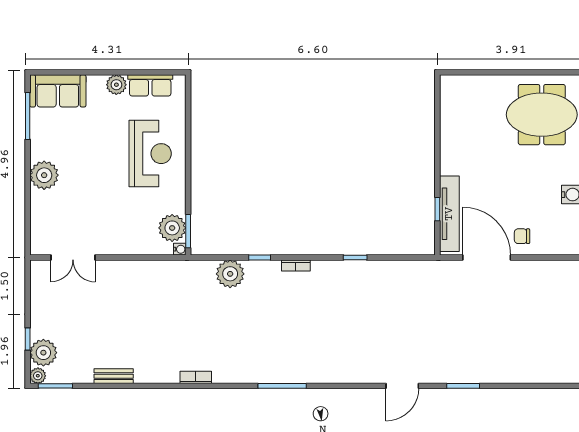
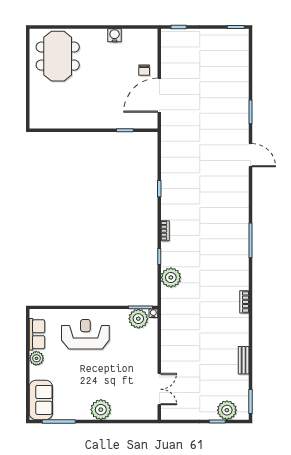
tv unit: (449, 214) -> (128, 122), removed
plant: (38, 376) -> (243, 414), removed

